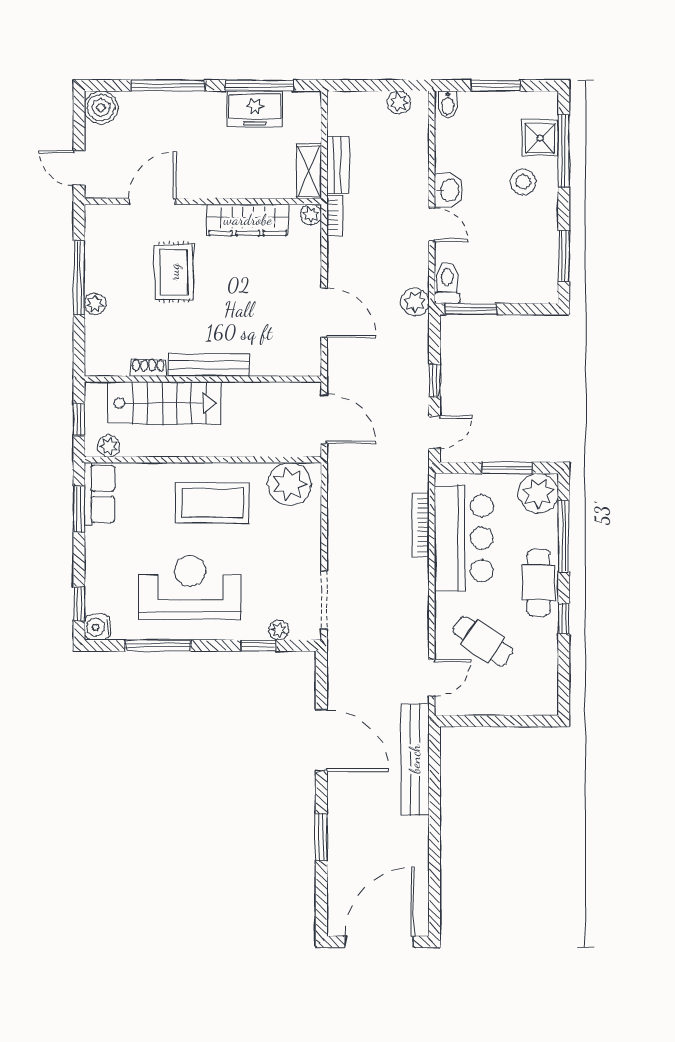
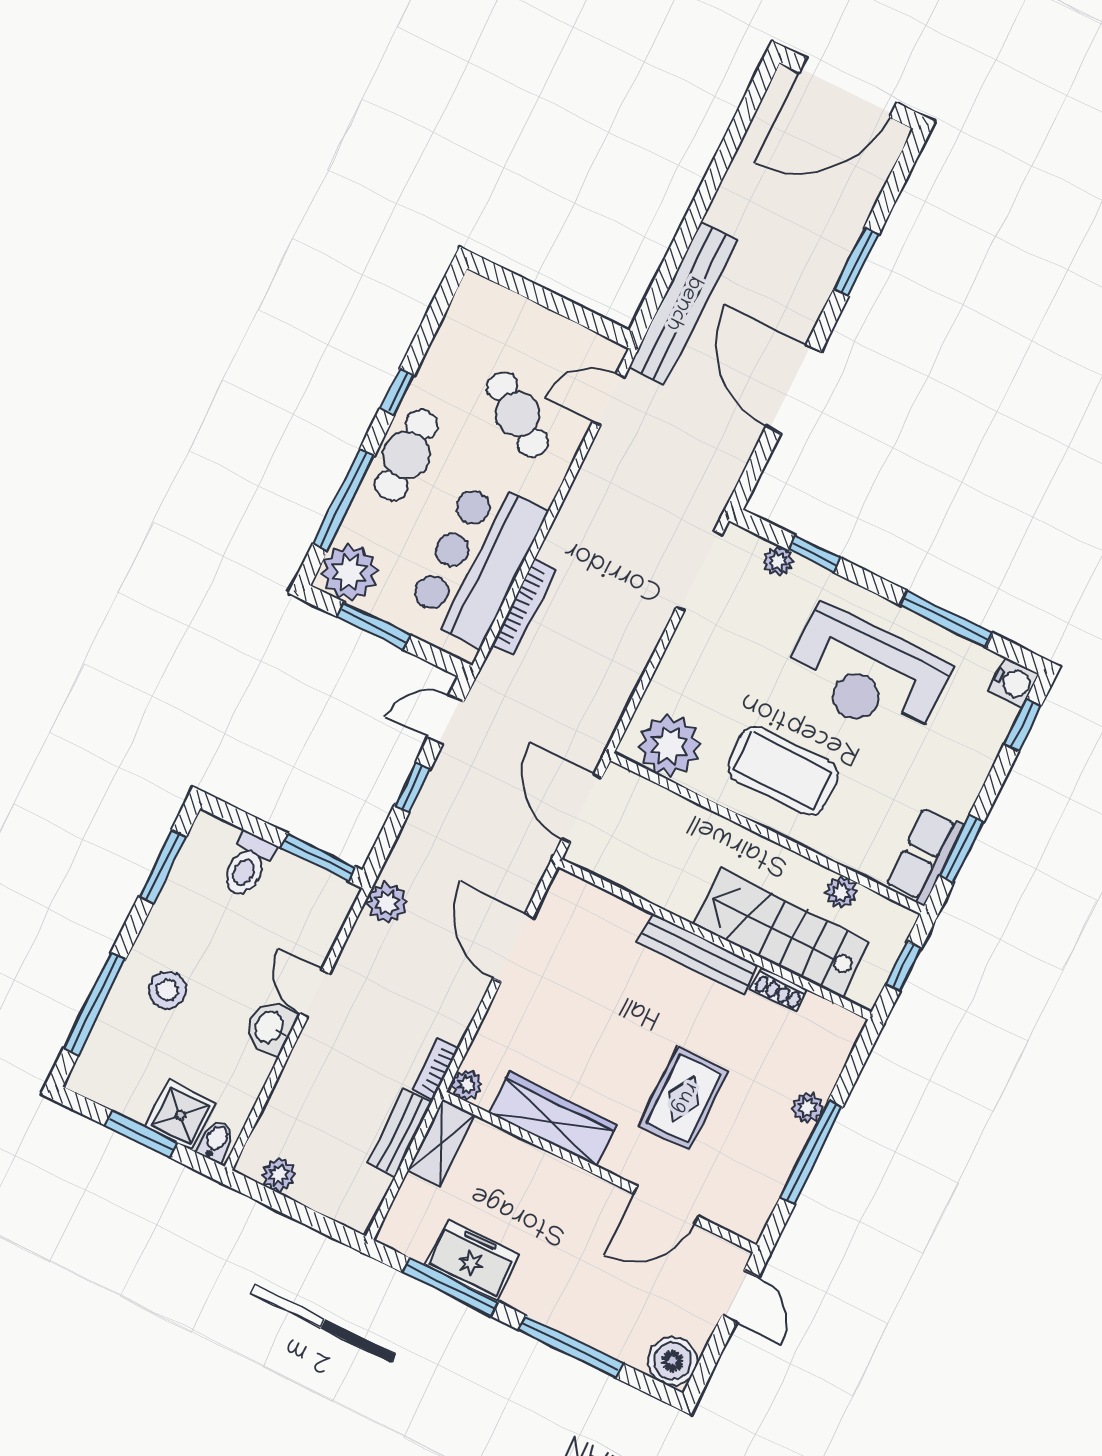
shower: (540, 138) -> (180, 1115), moved
toilet: (447, 283) -> (247, 865), moved
plant: (109, 446) -> (841, 892), moved

